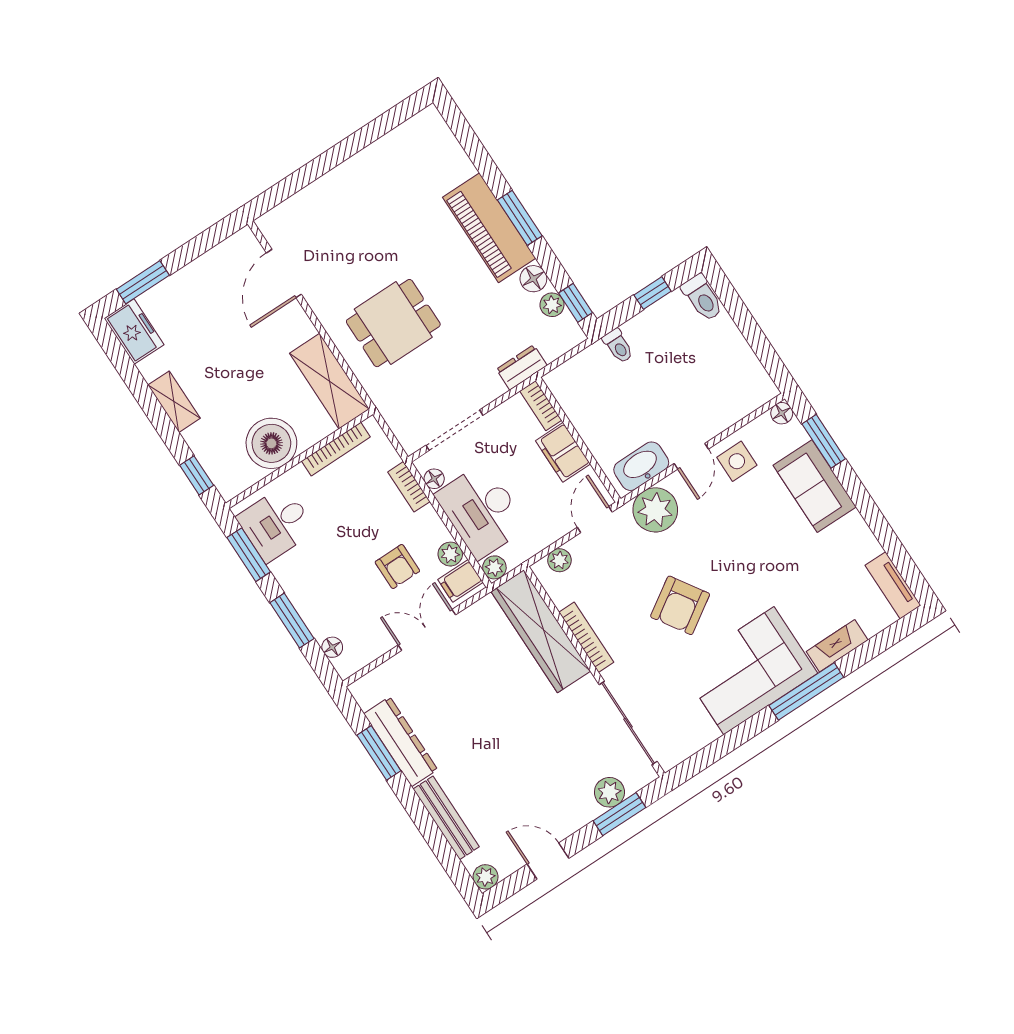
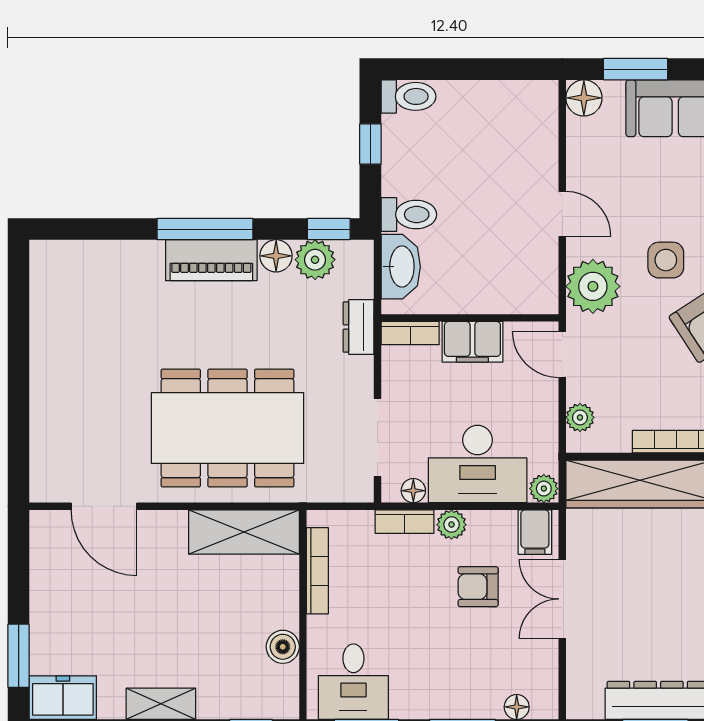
window: (520, 218) -> (205, 229), width x1.44
piano: (489, 228) -> (211, 260), width x0.73, depth x0.75
plant: (552, 305) -> (315, 260), width x1.38, depth x1.38
dining table: (393, 323) -> (228, 428), width x1.88, depth x1.24
toilet: (618, 346) -> (409, 215), width x1.37, depth x1.39
floor lamp: (782, 413) -> (584, 98), width x1.37, depth x1.37
boiler: (271, 443) -> (283, 647), width x0.54, depth x0.54
side table: (737, 461) -> (666, 260), moved
washbasin: (641, 466) -> (401, 267), moved, turned 180
plant: (450, 554) -> (452, 525), moved
armchair: (397, 567) -> (478, 587), turned 180

